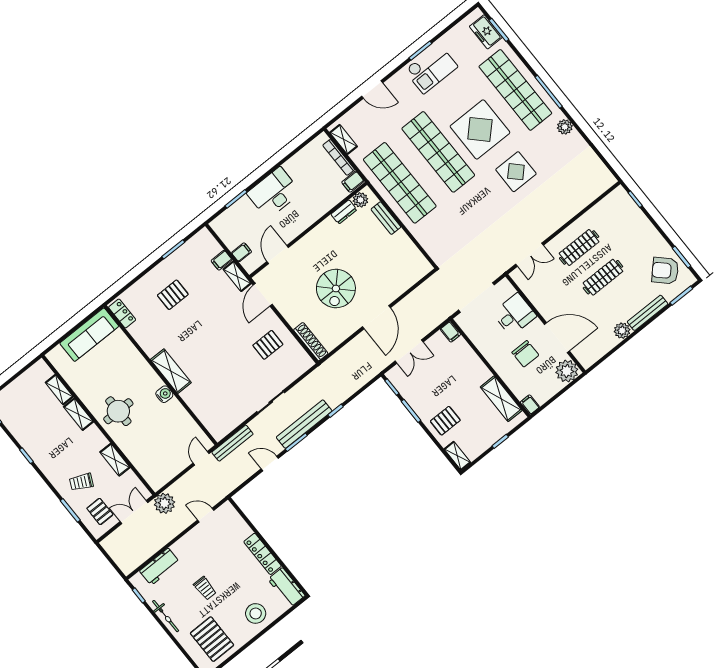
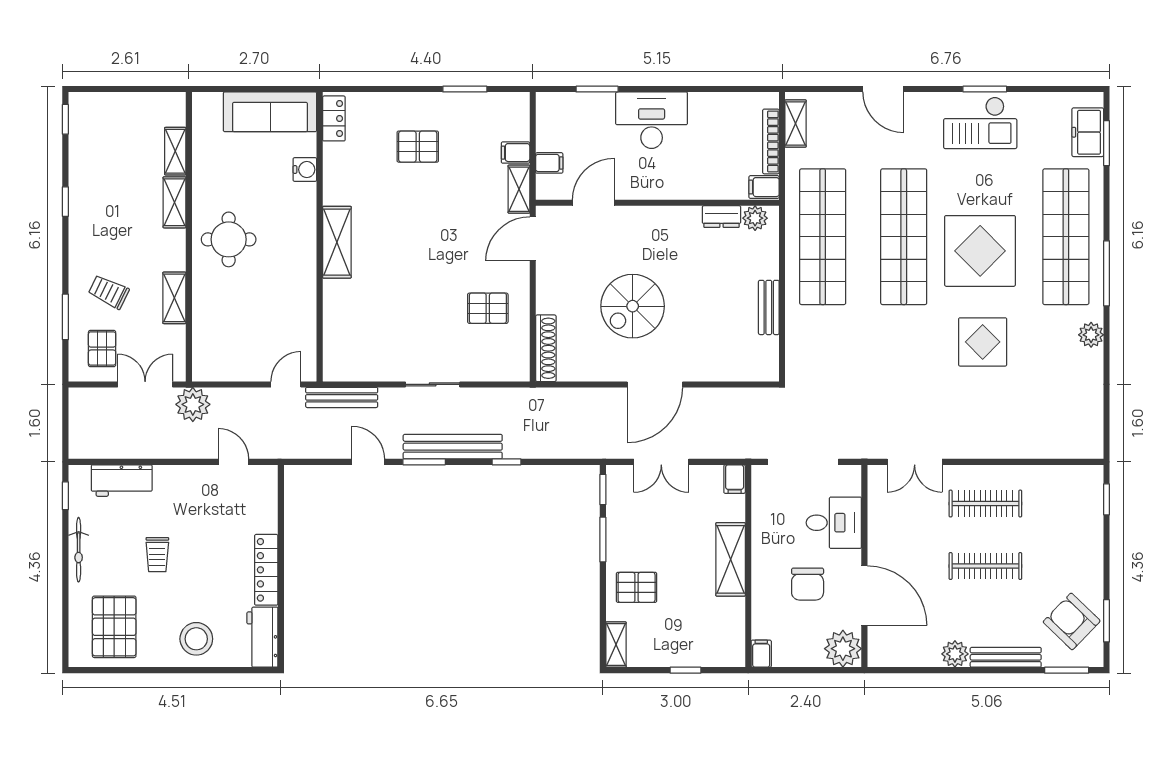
bench: (386, 218) -> (769, 307), moved
water cooler: (164, 394) -> (305, 170), moved
shelving: (501, 399) -> (731, 559), moved

